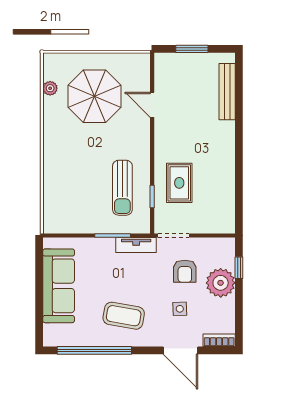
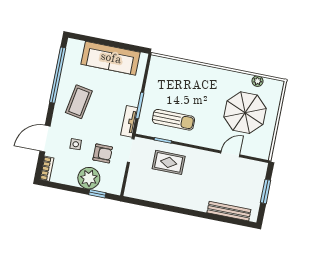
sun lounger: (122, 188) -> (173, 120), turned 180
armchair: (185, 271) -> (103, 153), turned 180

